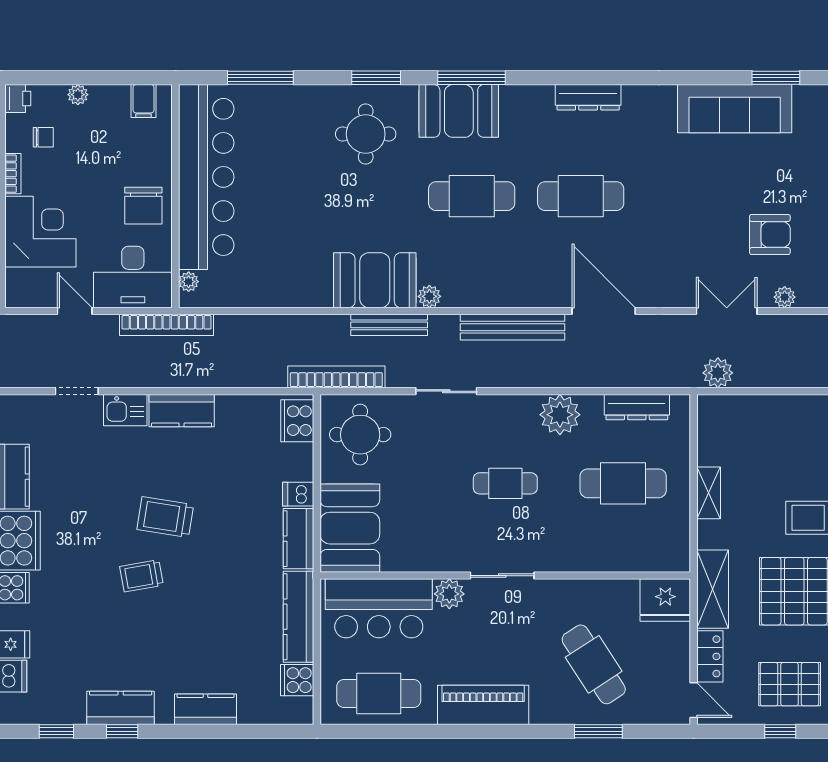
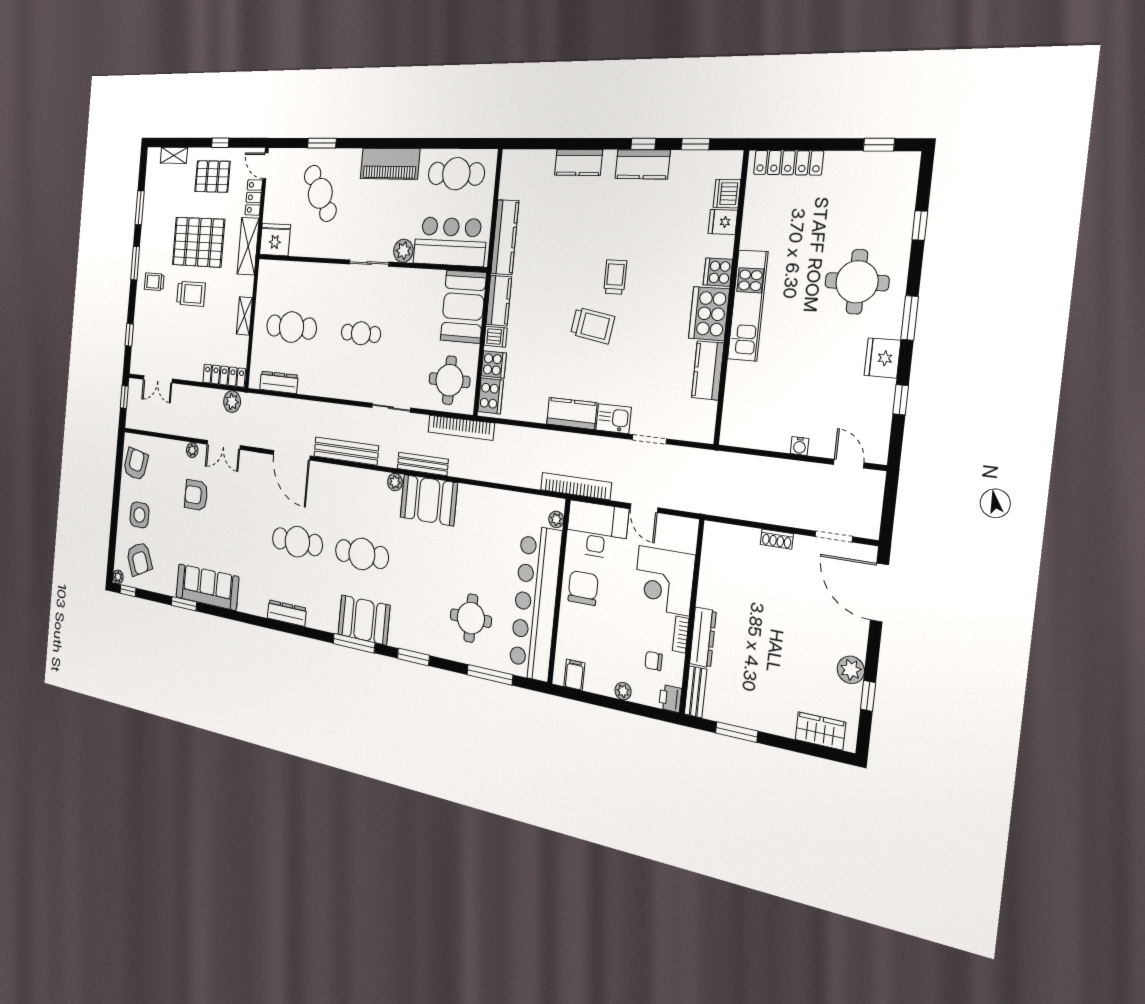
round table: (366, 134) -> (471, 618), moved
locker: (737, 407) -> (224, 376), added
plant: (560, 415) -> (324, 382), removed
trolley: (142, 576) -> (615, 277), turned -80
cooker: (297, 680) -> (494, 364), moved

